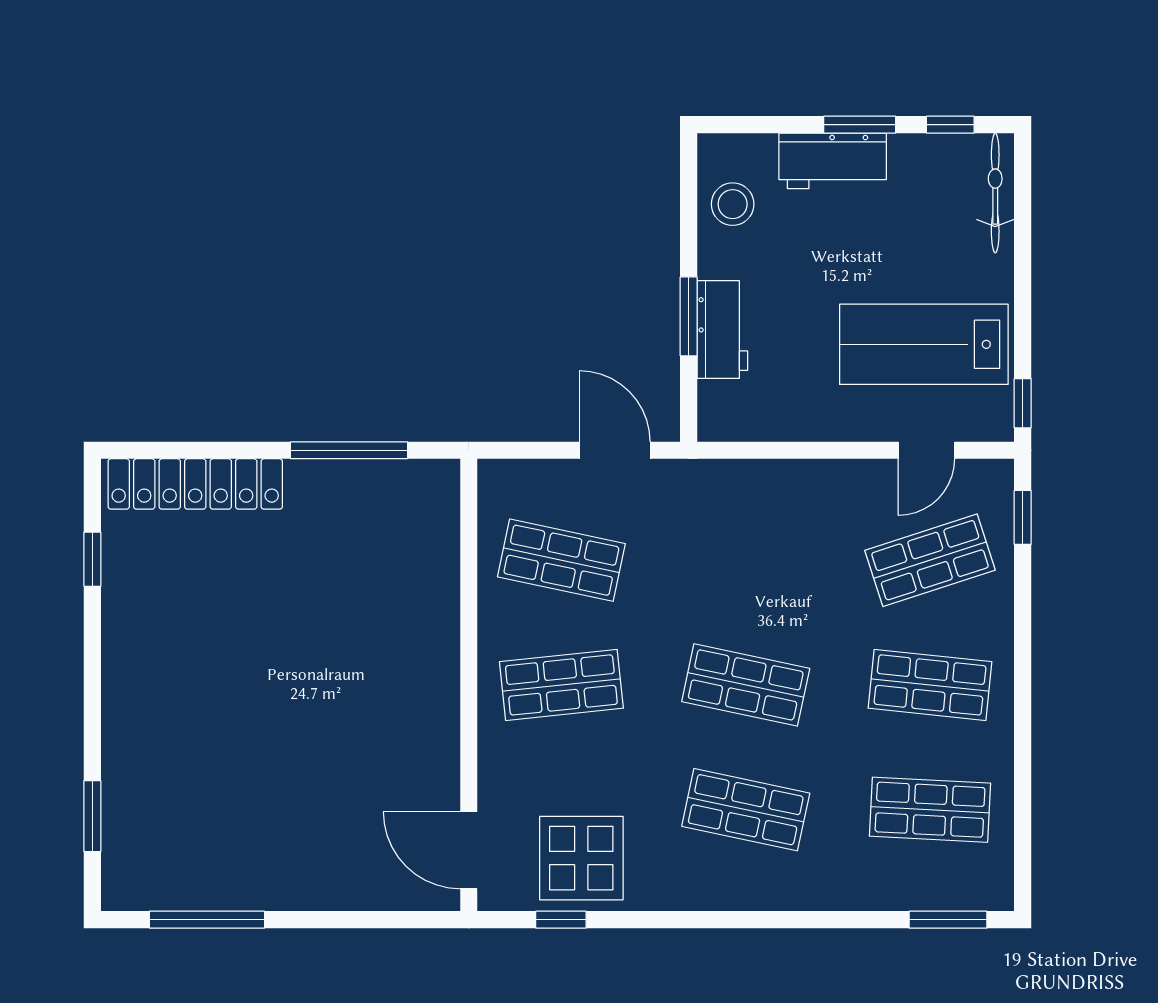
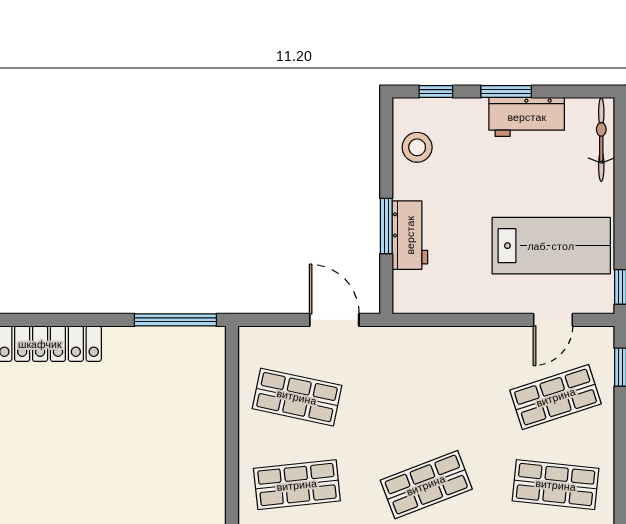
window: (950, 125) -> (436, 92), moved
workbench: (833, 161) -> (527, 117), moved
lab bench: (924, 344) -> (551, 246), turned 180
window: (349, 450) -> (175, 320), moved
shop shelf: (746, 685) -> (426, 485), turned -33

